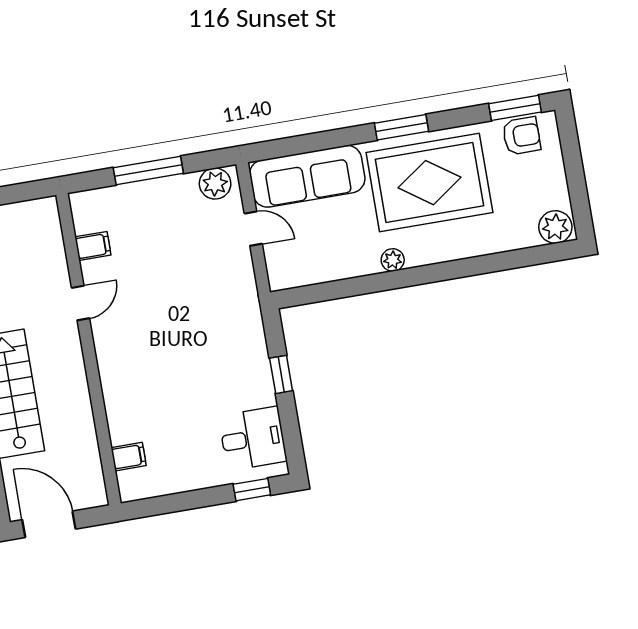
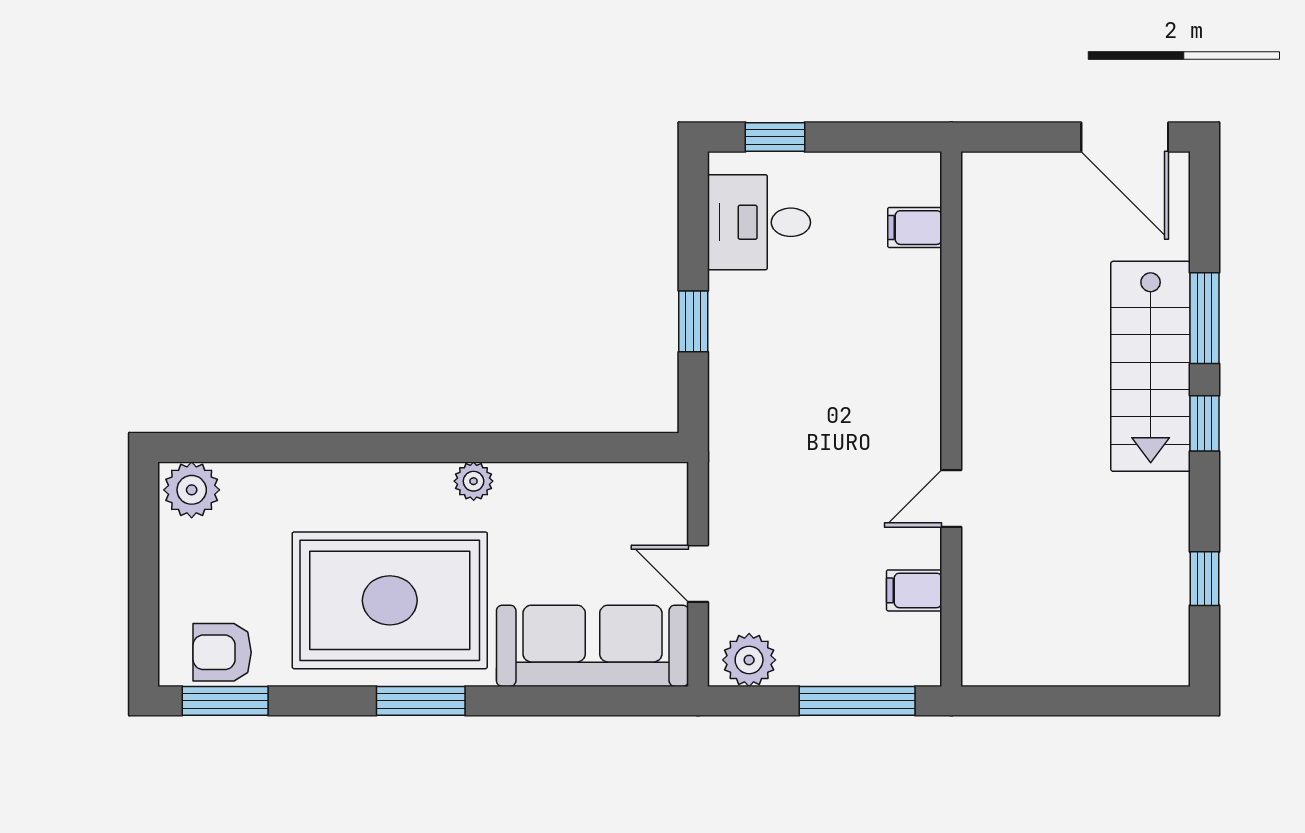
filing cabinet: (93, 246) -> (914, 590), moved
door: (80, 303) -> (951, 498), moved
wall: (88, 349) -> (951, 419), moved
filing cabinet: (129, 457) -> (915, 228), moved

